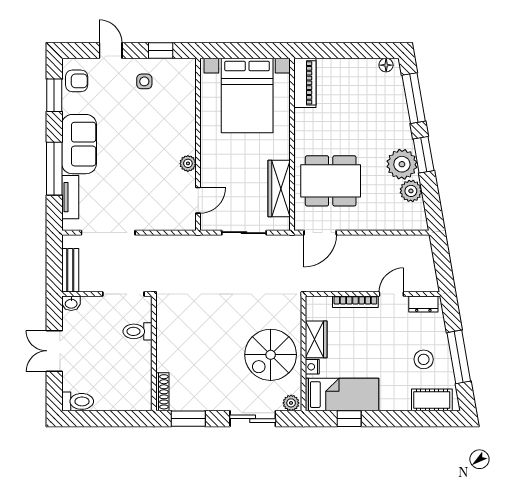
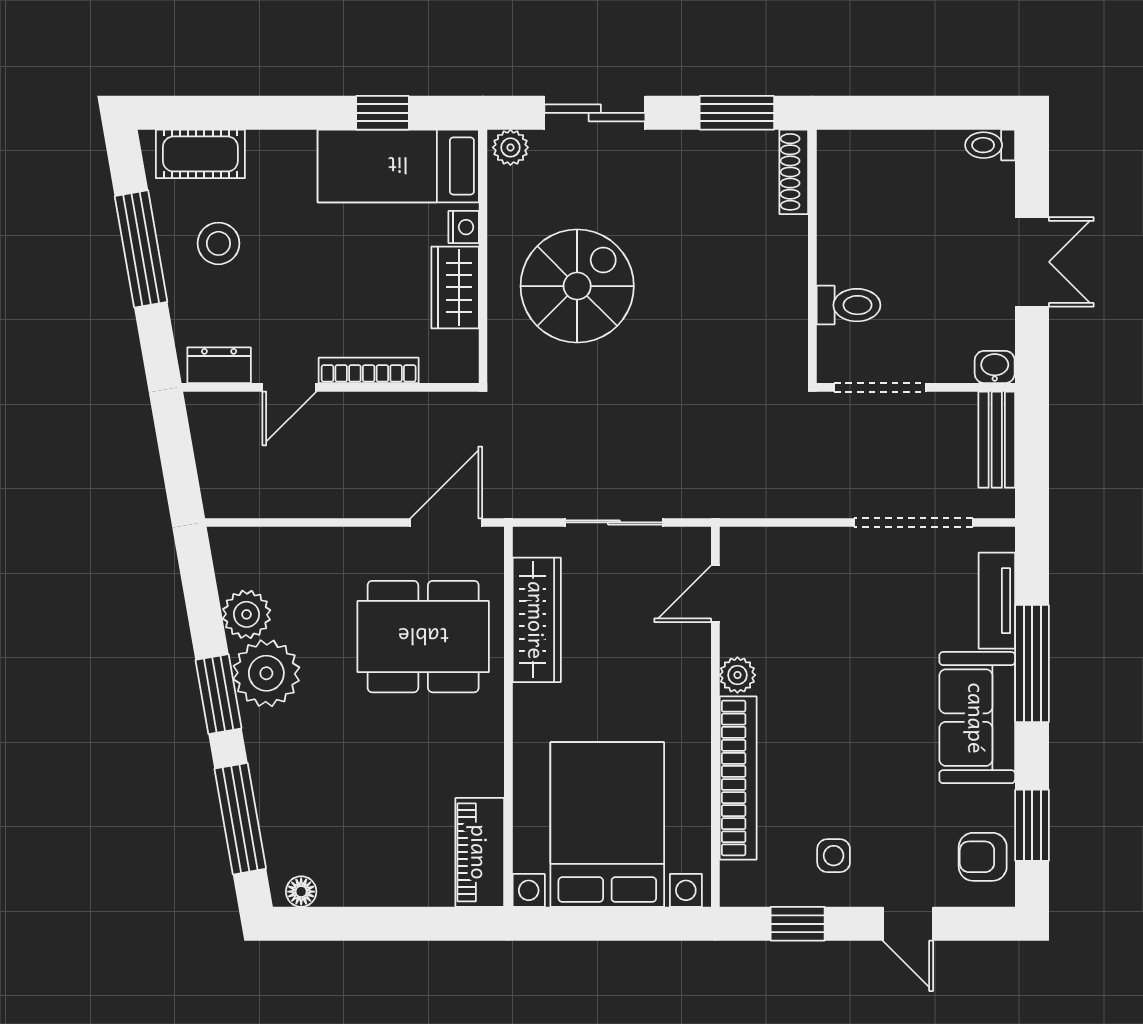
bookcase: (188, 117) -> (738, 778), added
spiral stairs: (271, 355) -> (577, 286), moved
toilet: (78, 401) -> (990, 145), width x0.73, depth x0.72

